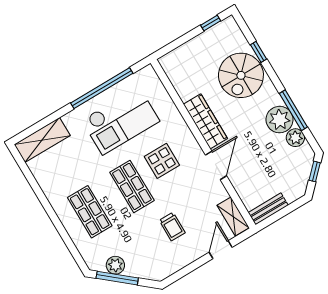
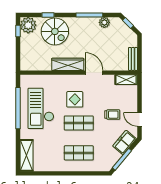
plant: (280, 120) -> (28, 25), moved
checkout: (121, 121) -> (41, 108), turned 180
door: (221, 250) -> (139, 119), moved
plant: (115, 265) -> (115, 156), removed
freezer: (143, 267) -> (125, 142), added

